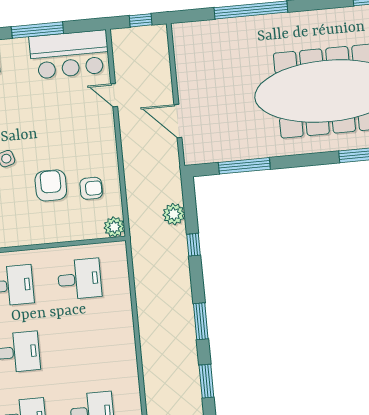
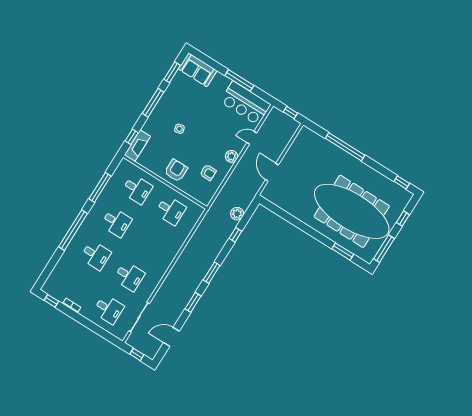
door: (114, 95) -> (252, 138), hinge flipped
window: (244, 166) -> (287, 216), removed
armchair: (51, 185) -> (176, 170), moved
plant: (114, 227) -> (231, 156), moved

